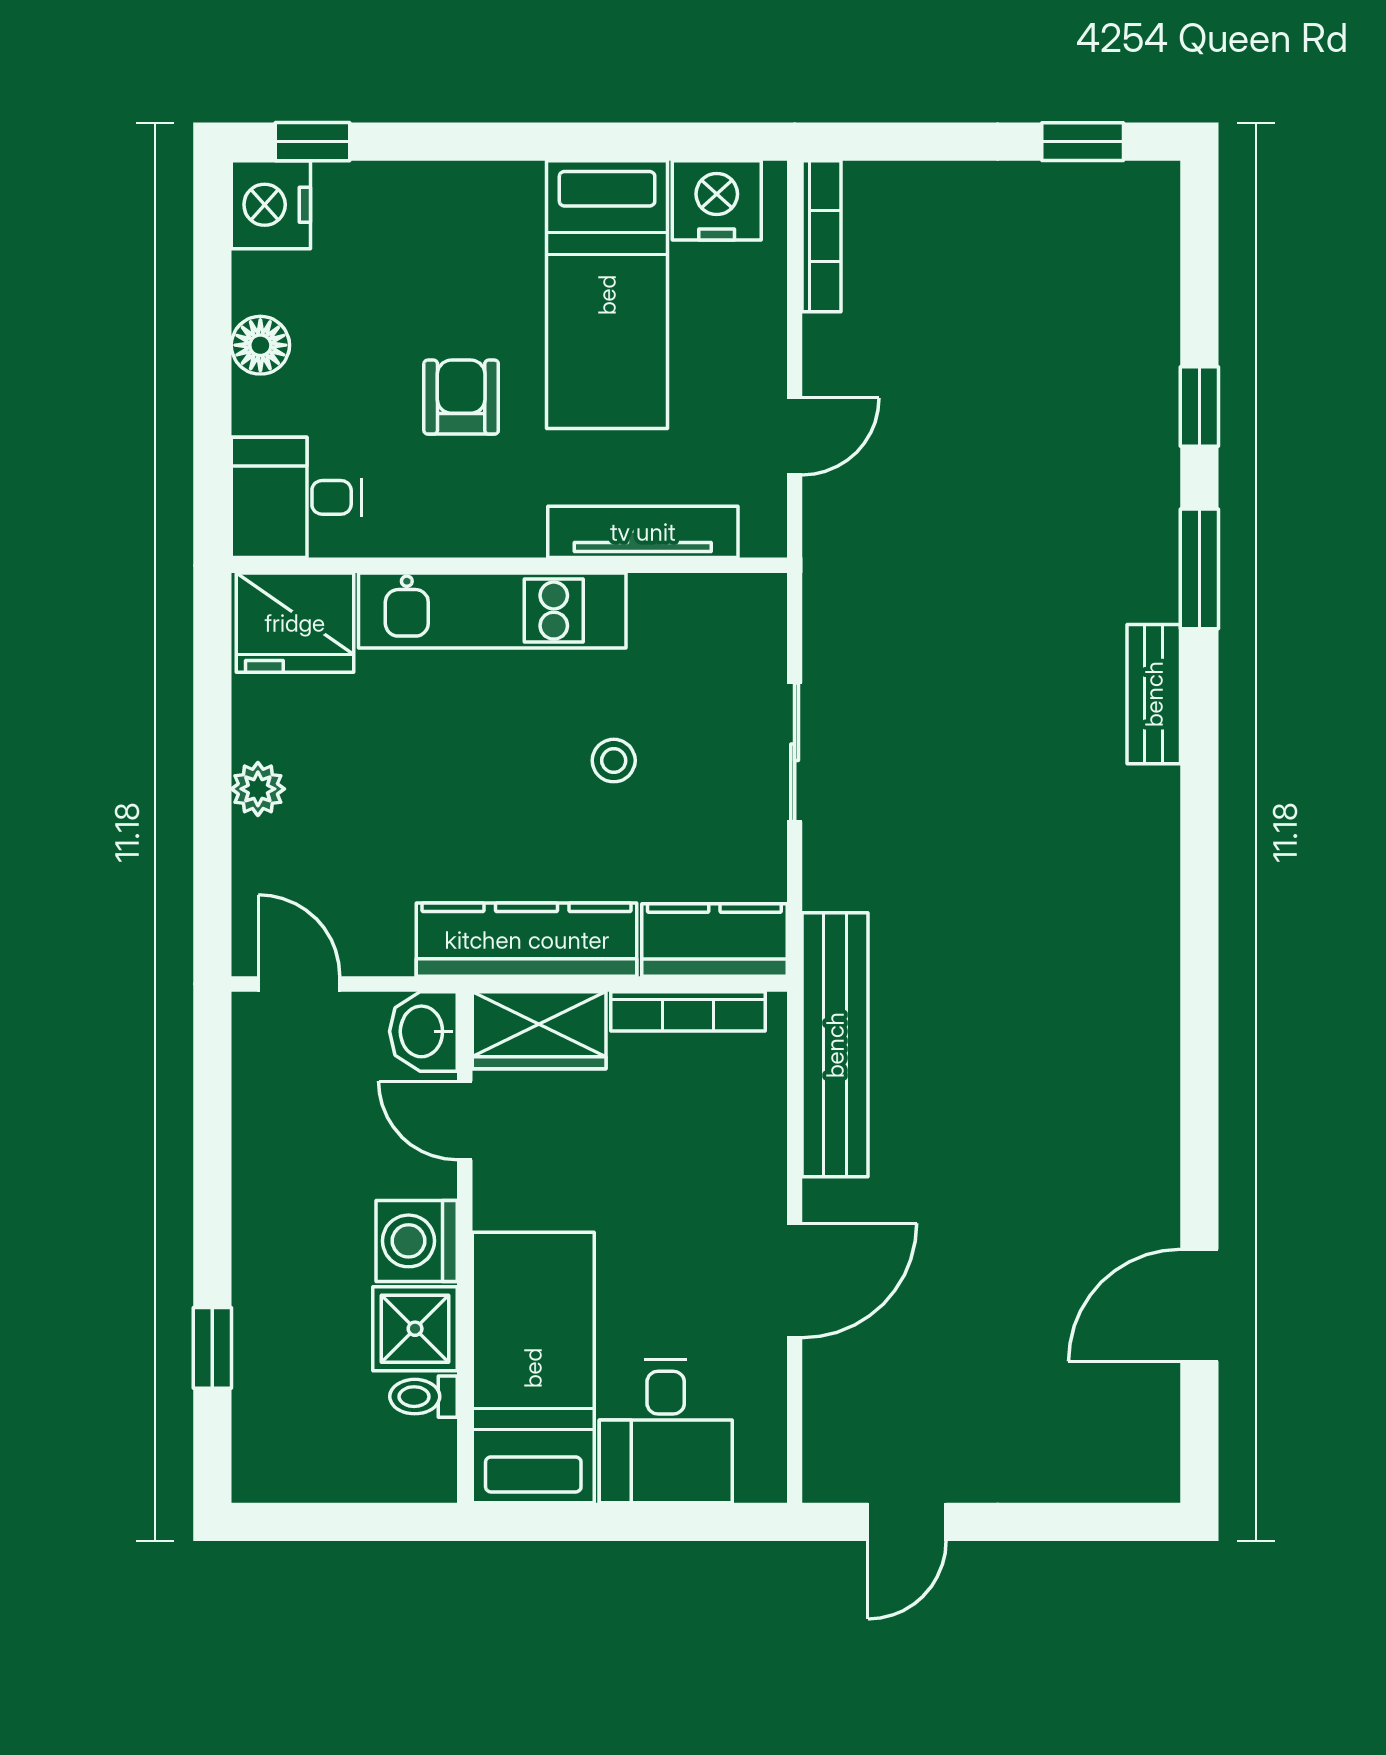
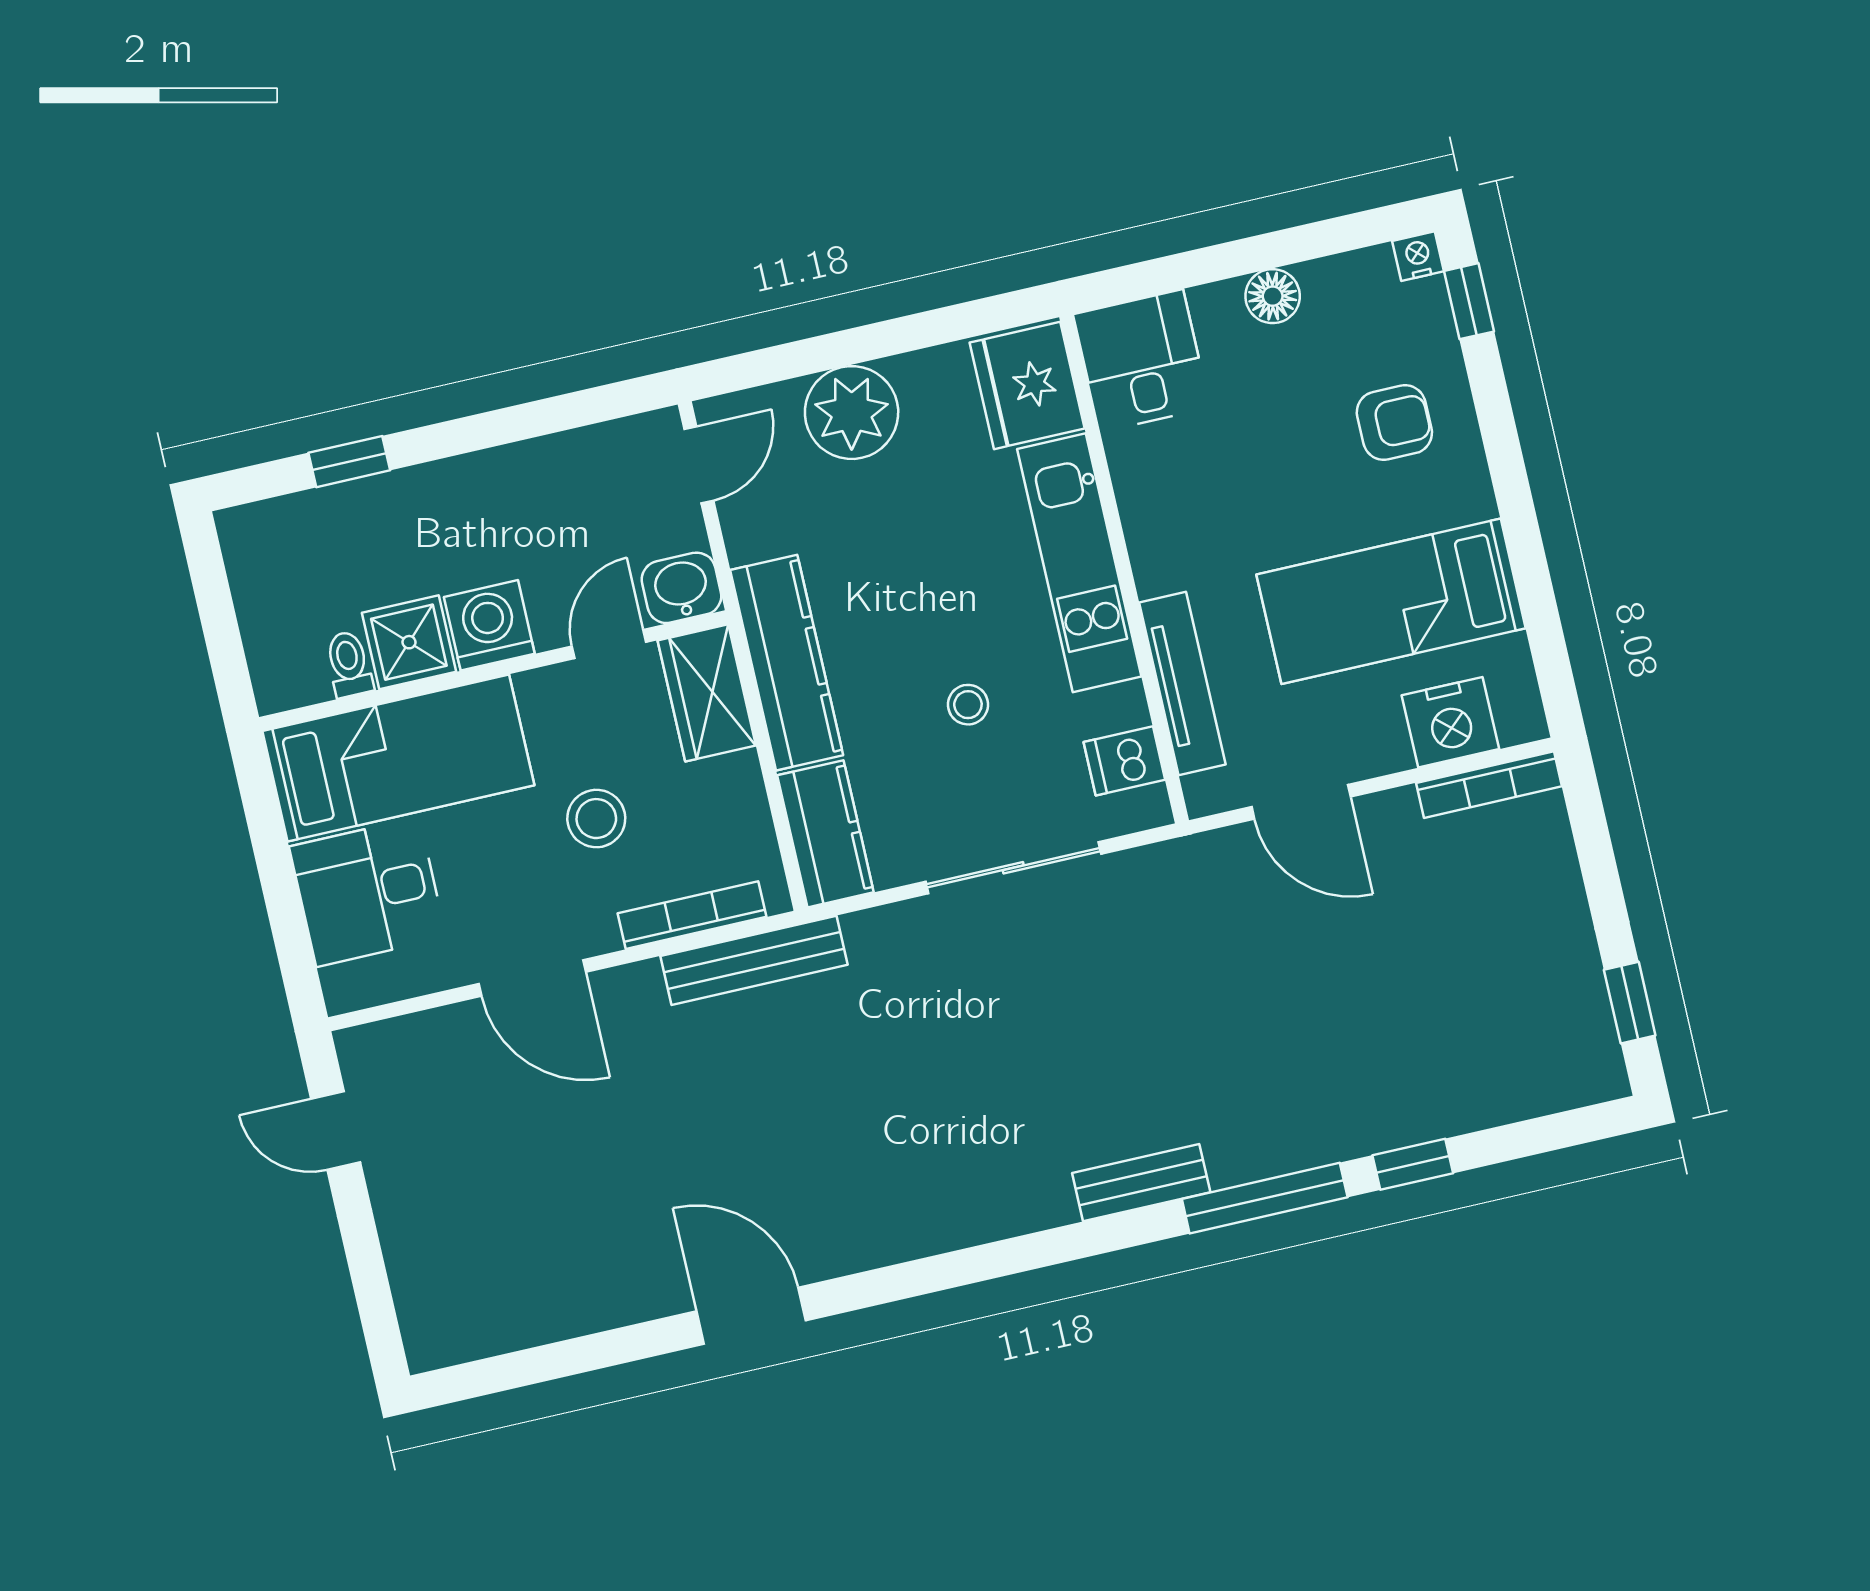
nightstand: (717, 200) -> (1450, 722), moved, turned 90
nightstand: (271, 205) -> (1418, 256), width x0.53, depth x0.56
armchair: (461, 397) -> (1394, 423), moved
door: (795, 436) -> (1301, 802), width x1.38
window: (1199, 569) -> (1265, 1198), width x1.44
dishwasher: (710, 611) -> (1124, 761), added
sliding door: (795, 752) -> (1013, 868), width x1.37
plant: (258, 789) -> (852, 413), width x1.88, depth x1.88
bookcase: (688, 1011) -> (692, 915), moved, turned 90
bench: (835, 1045) -> (754, 960), width x0.73, depth x0.82
stool: (644, 1175) -> (596, 819), added
door: (1199, 1305) -> (751, 1316), moved

